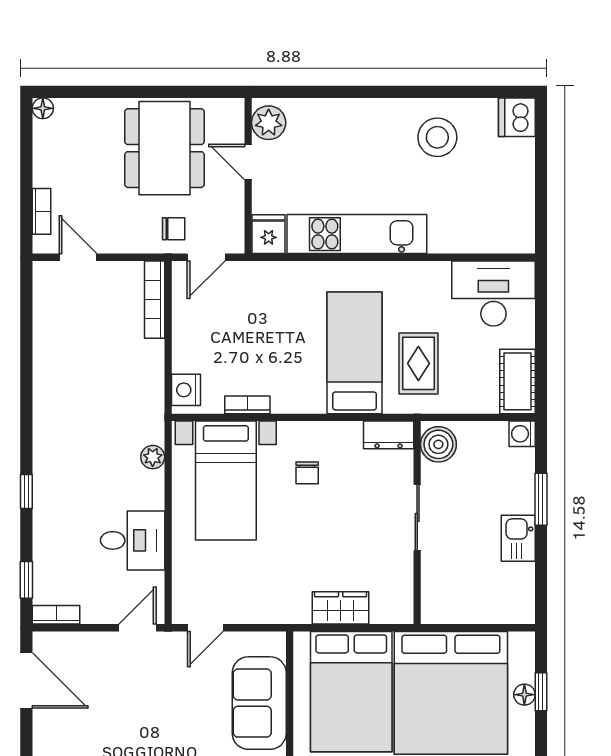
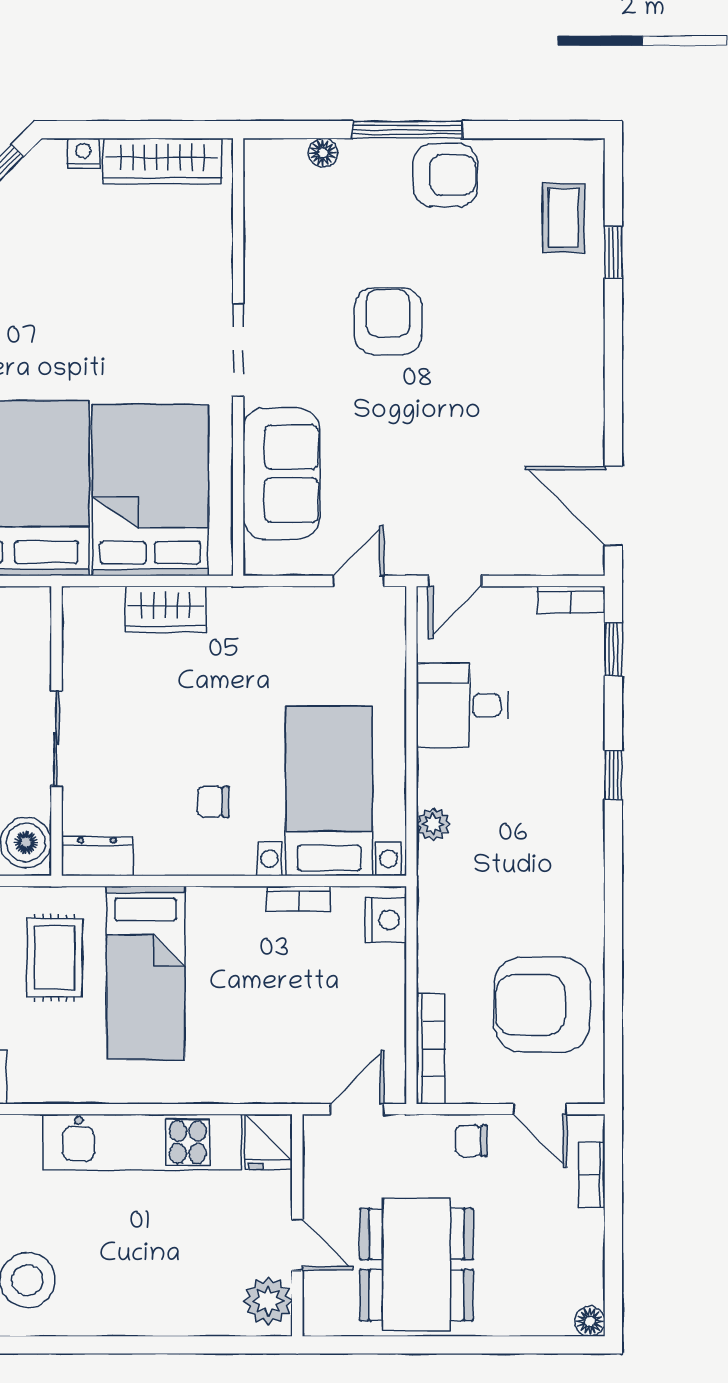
chair: (174, 229) -> (471, 1141), moved
armchair: (76, 330) -> (542, 1005), added
chair: (307, 473) -> (213, 802), turned -90

